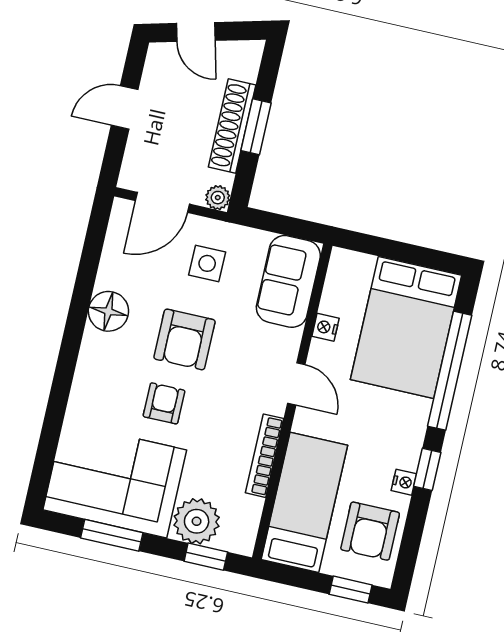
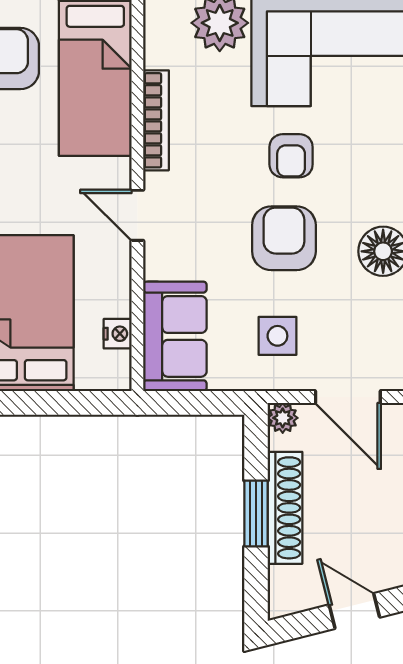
door: (162, 202) -> (348, 397), swing flipped
nightstand: (326, 327) -> (118, 334), moved

